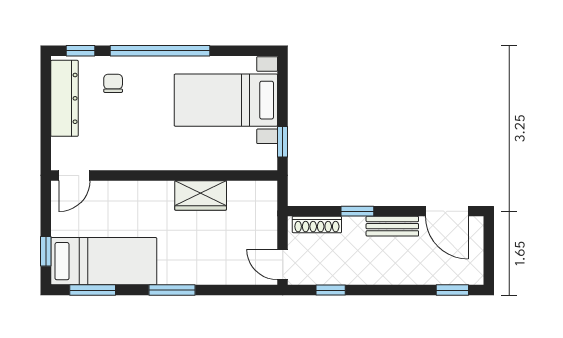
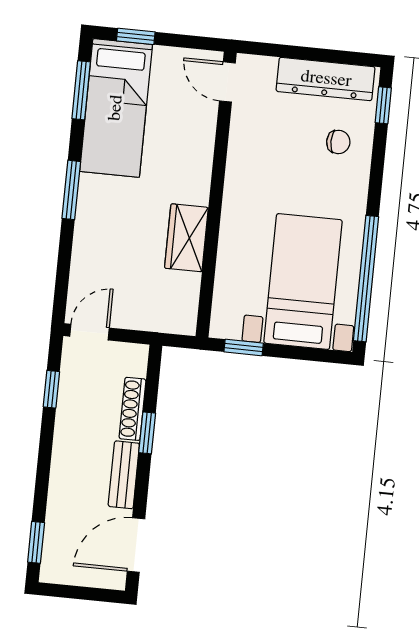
window: (160, 51) -> (366, 279), moved
shoe rack: (317, 225) -> (132, 409), moved

